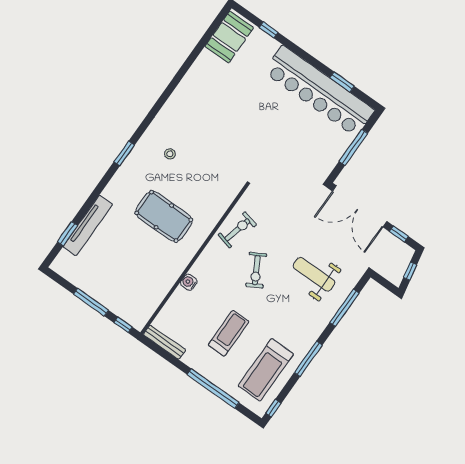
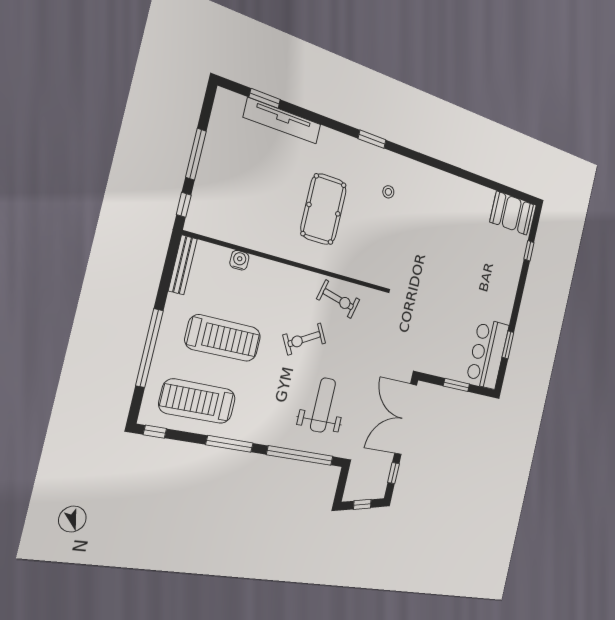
bar counter: (319, 91) -> (487, 354), width x0.54
window: (353, 147) -> (456, 385), width x0.69
water cooler: (189, 282) -> (239, 260), moved
window: (344, 308) -> (300, 456), width x1.46
treadmill: (229, 333) -> (223, 338), width x1.37, depth x1.38

